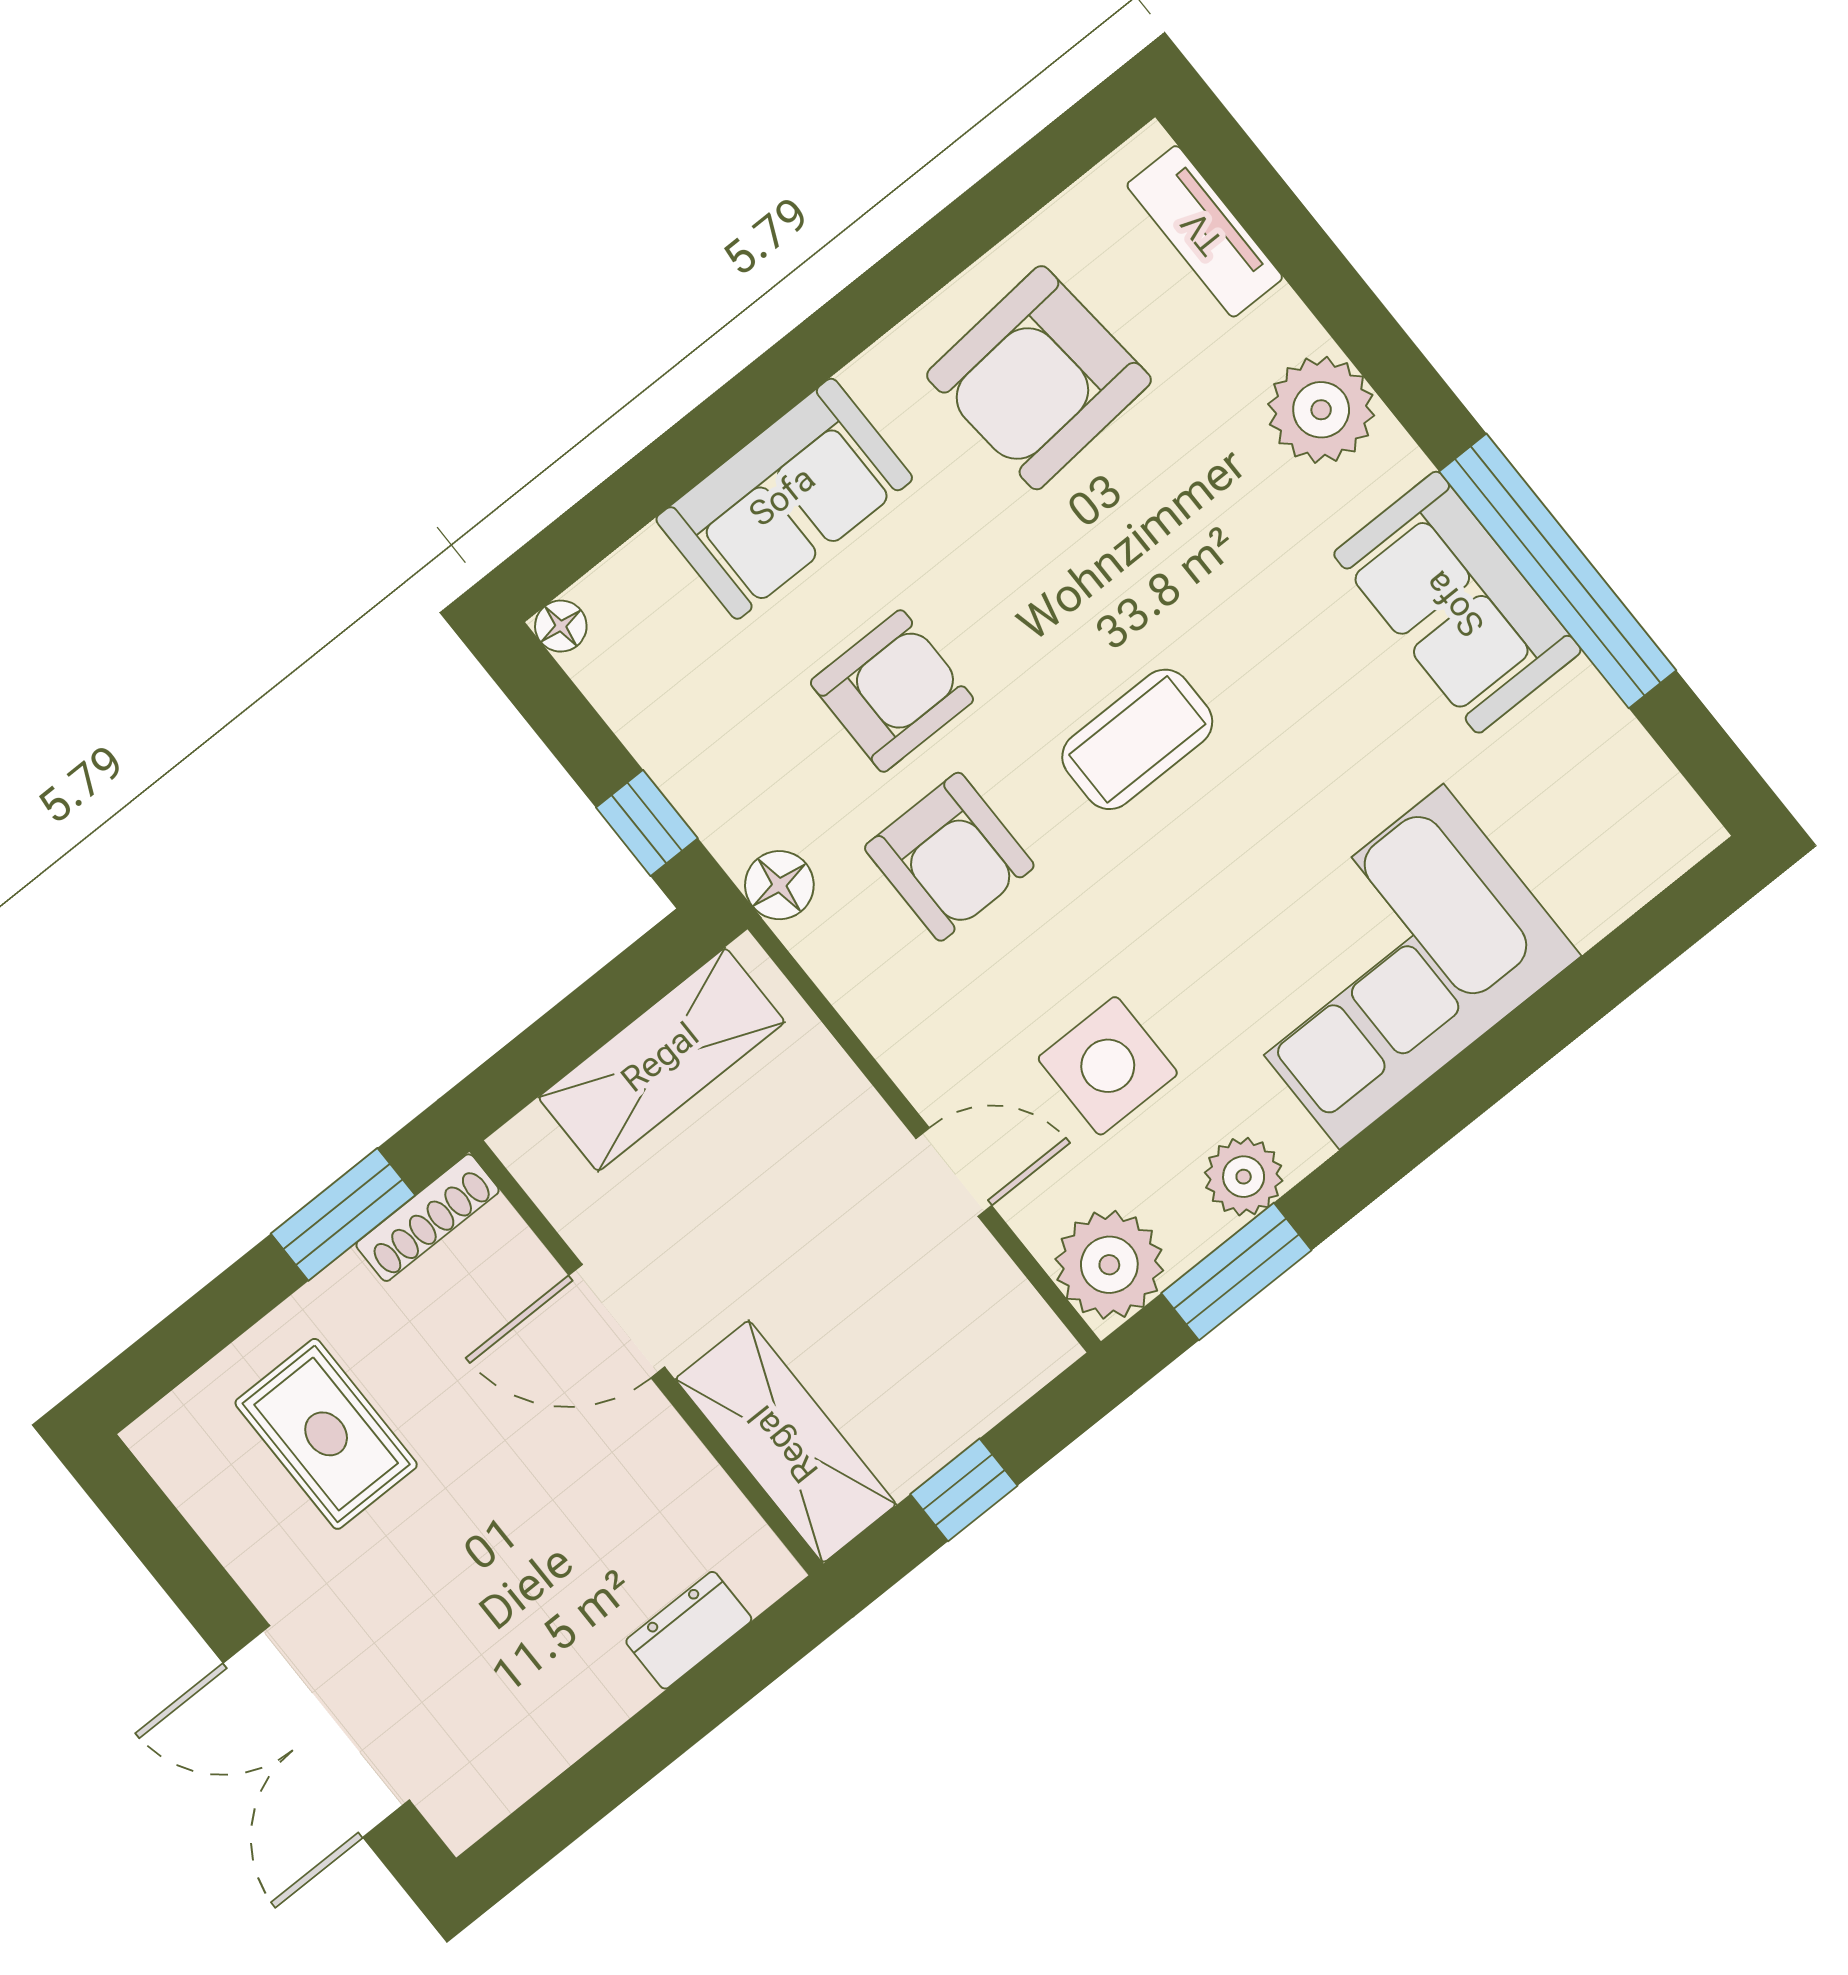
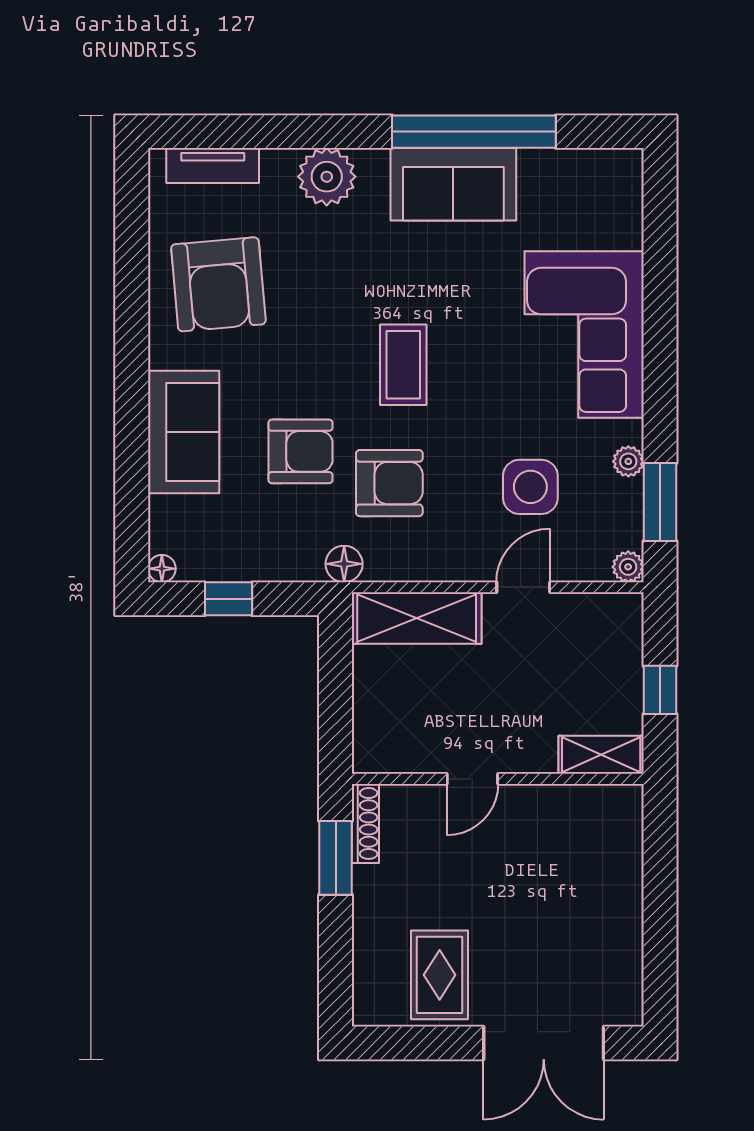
armchair: (892, 691) -> (300, 451), turned 90
window: (647, 823) -> (229, 599), moved
shelving: (662, 1060) -> (417, 618), moved, turned 90
plant: (1244, 1177) -> (628, 461), width x0.73, depth x0.73
plant: (1109, 1265) -> (628, 567), width x0.53, depth x0.53
door: (617, 1321) -> (472, 779), width x0.73
rug: (326, 1434) -> (440, 975), moved, turned 90
shelving: (786, 1442) -> (601, 755), width x0.67, depth x0.75
dresser: (689, 1630) -> (626, 853), removed

